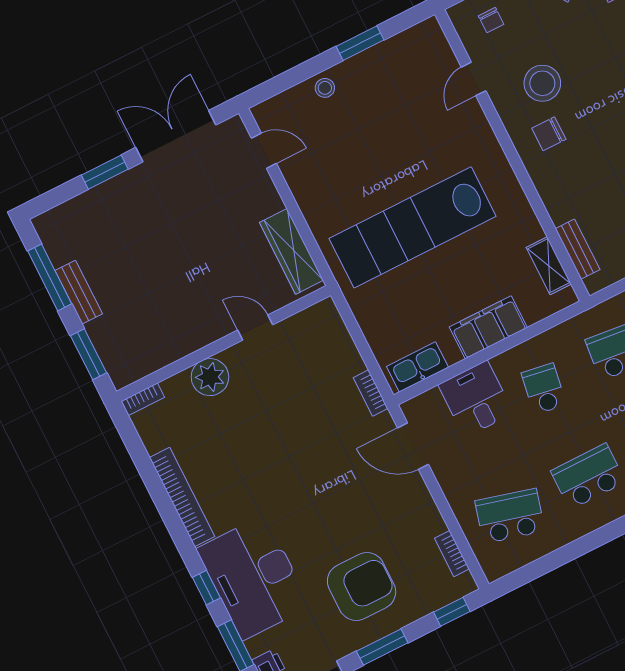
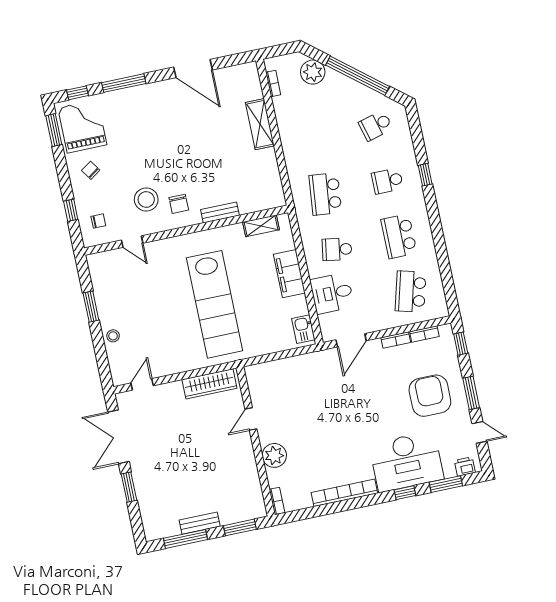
bench: (578, 249) -> (220, 213), moved
kitchen sink: (417, 367) -> (303, 329), width x0.73
bookcase: (371, 393) -> (396, 340), moved

